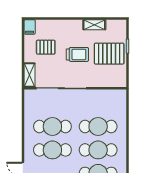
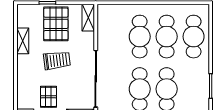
trolley: (77, 54) -> (57, 60), turned 83
shelving: (115, 82) -> (88, 18), added

